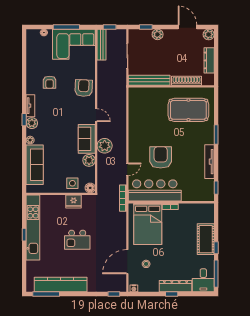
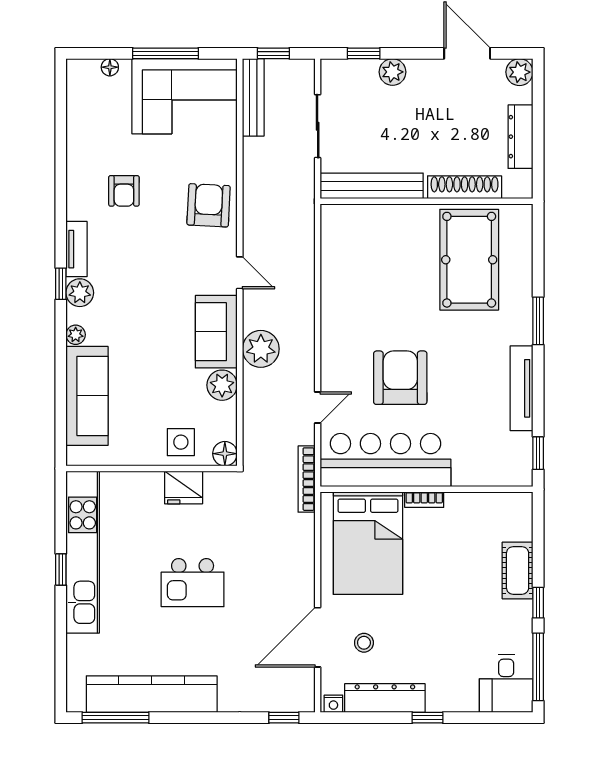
pool table: (188, 110) -> (469, 260), turned 90
cot: (206, 239) -> (518, 570), width x0.73, depth x0.75
dresser: (176, 286) -> (385, 698), moved

